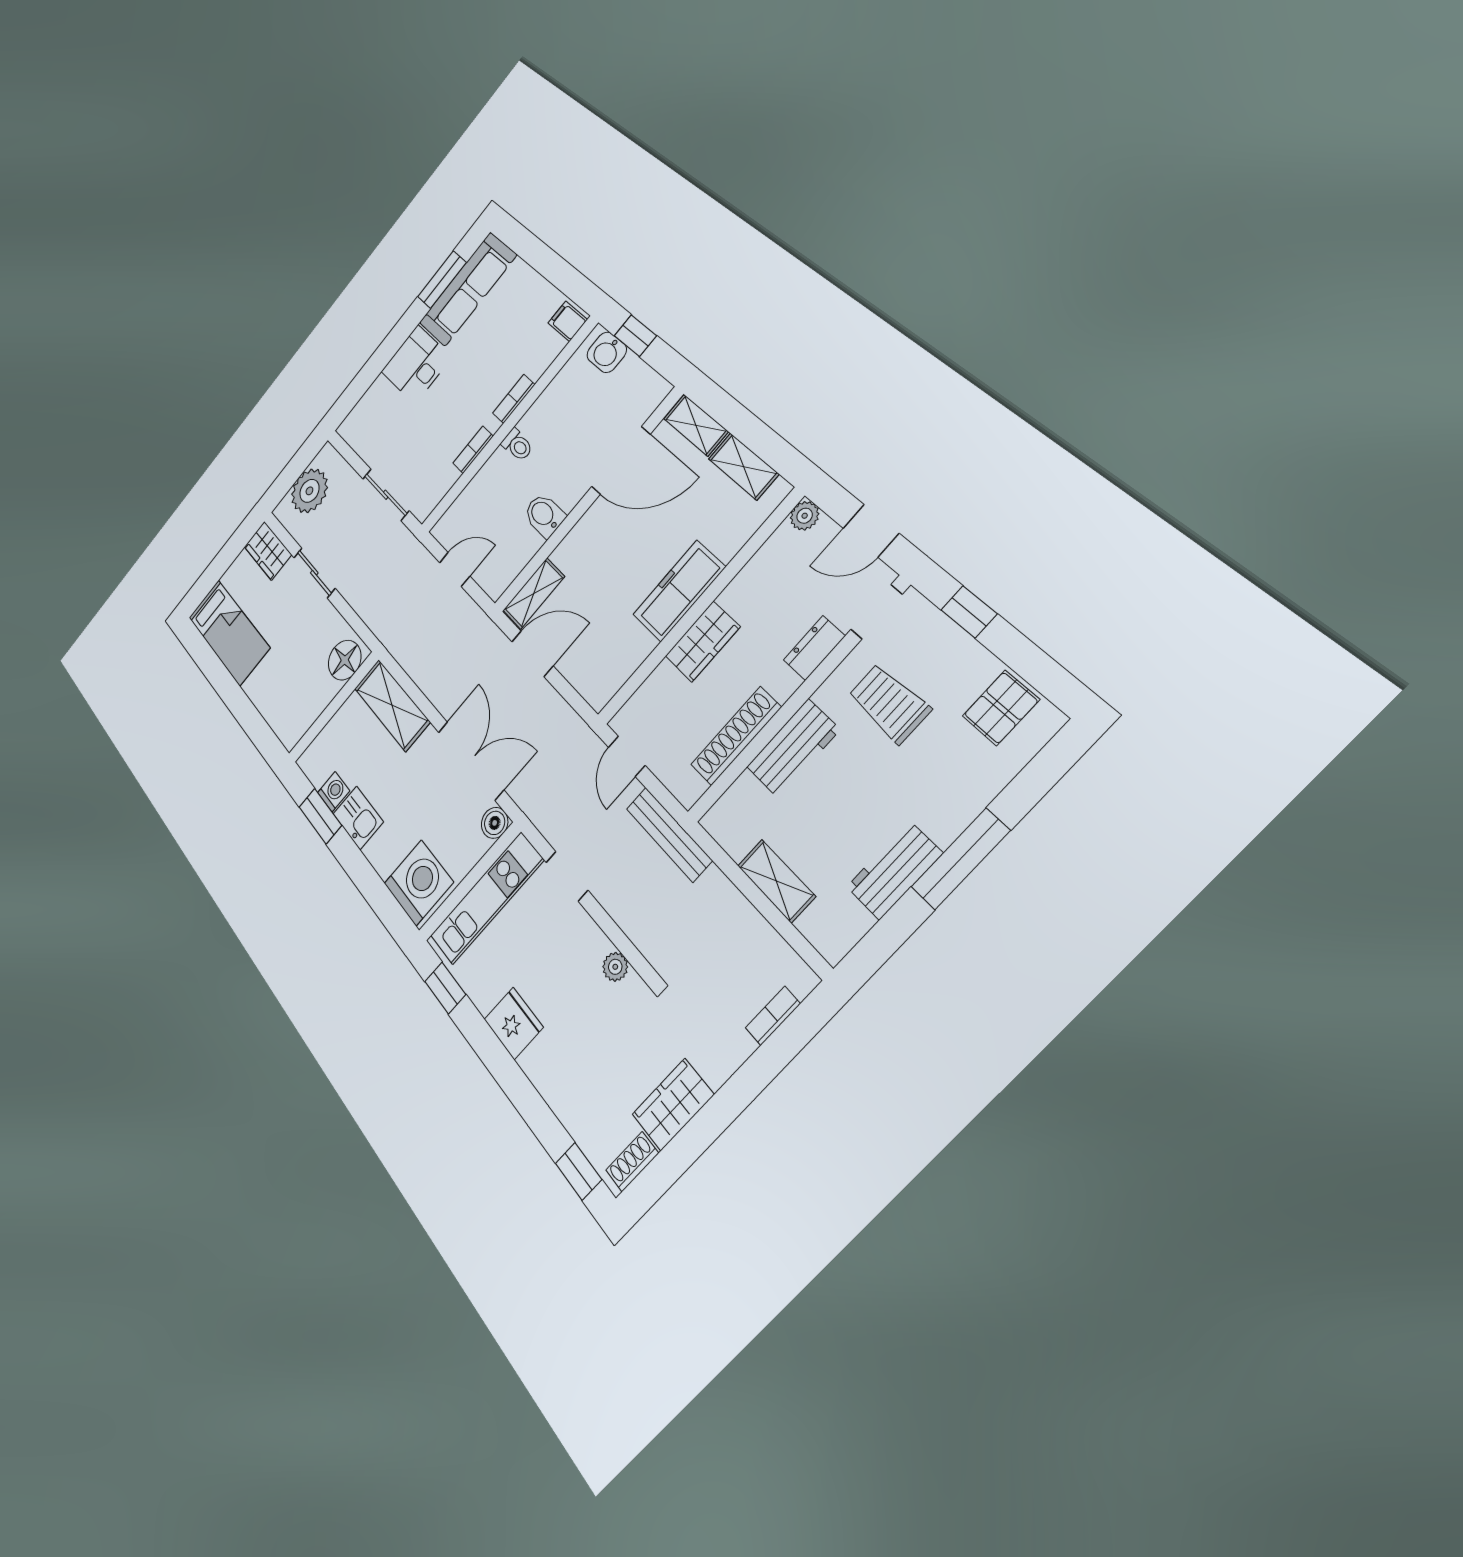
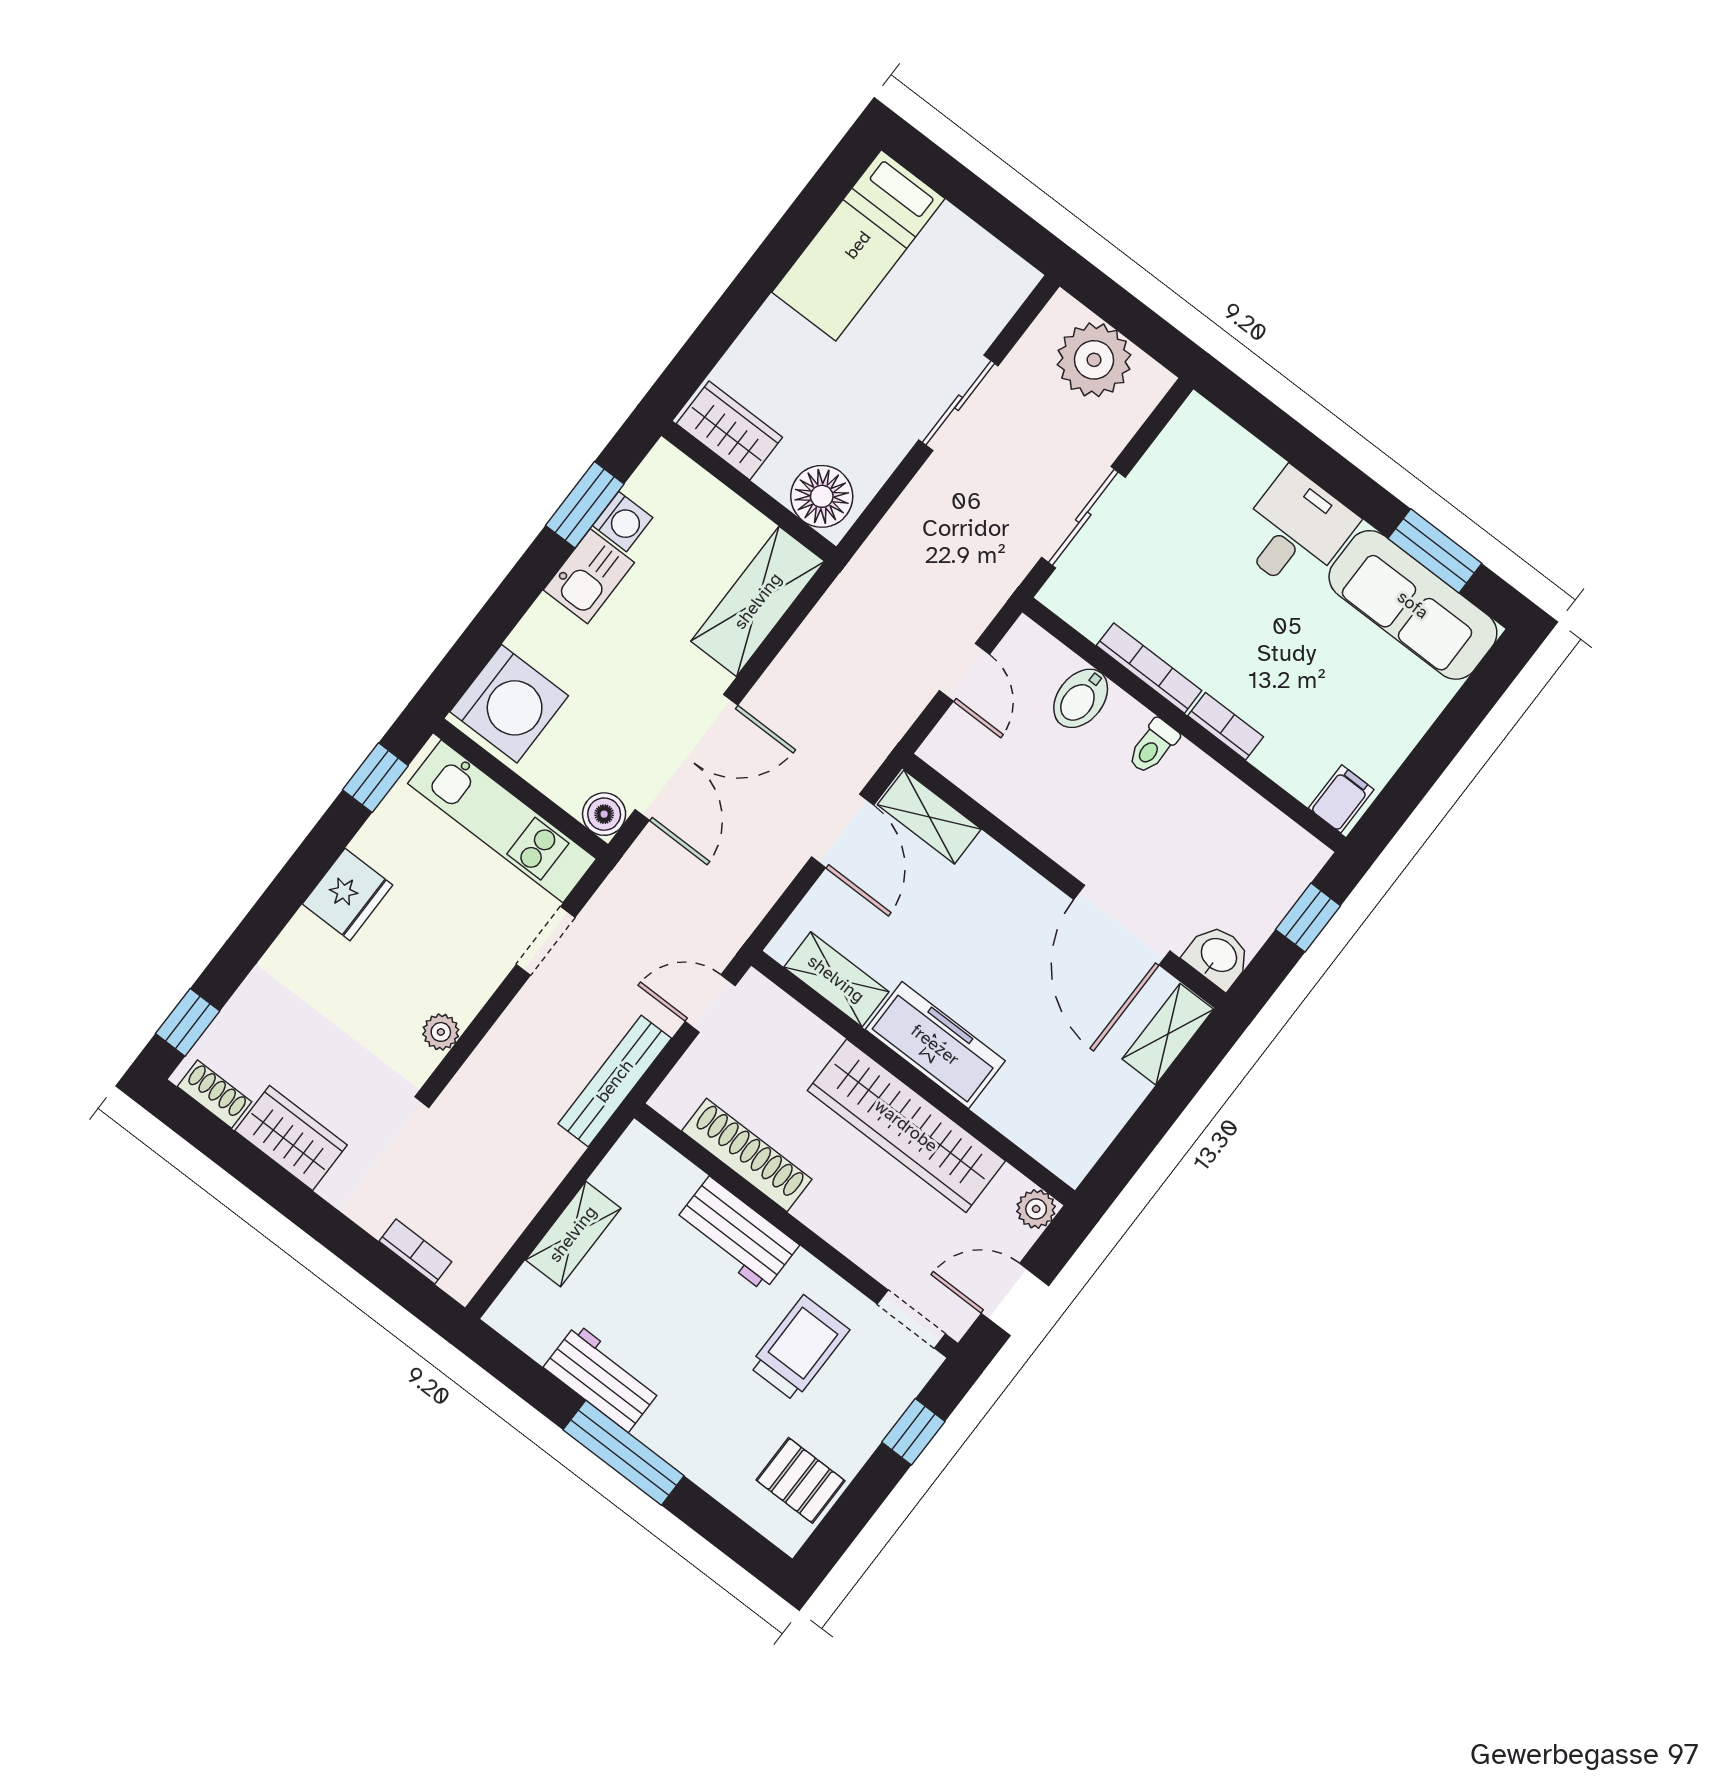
washbasin: (607, 352) -> (1218, 956), moved, turned 90
bookcase: (473, 450) -> (1149, 668), width x1.56
shelving: (743, 466) -> (836, 979), moved, turned 90
bidet: (544, 515) -> (1081, 698), moved, turned 180
door: (871, 531) -> (1015, 1299), hinge flipped
wardrobe: (268, 551) -> (729, 431), moved, turned 90
wardrobe: (702, 642) -> (906, 1126), width x2.10, depth x1.17
dresser: (814, 648) -> (864, 1245), removed

